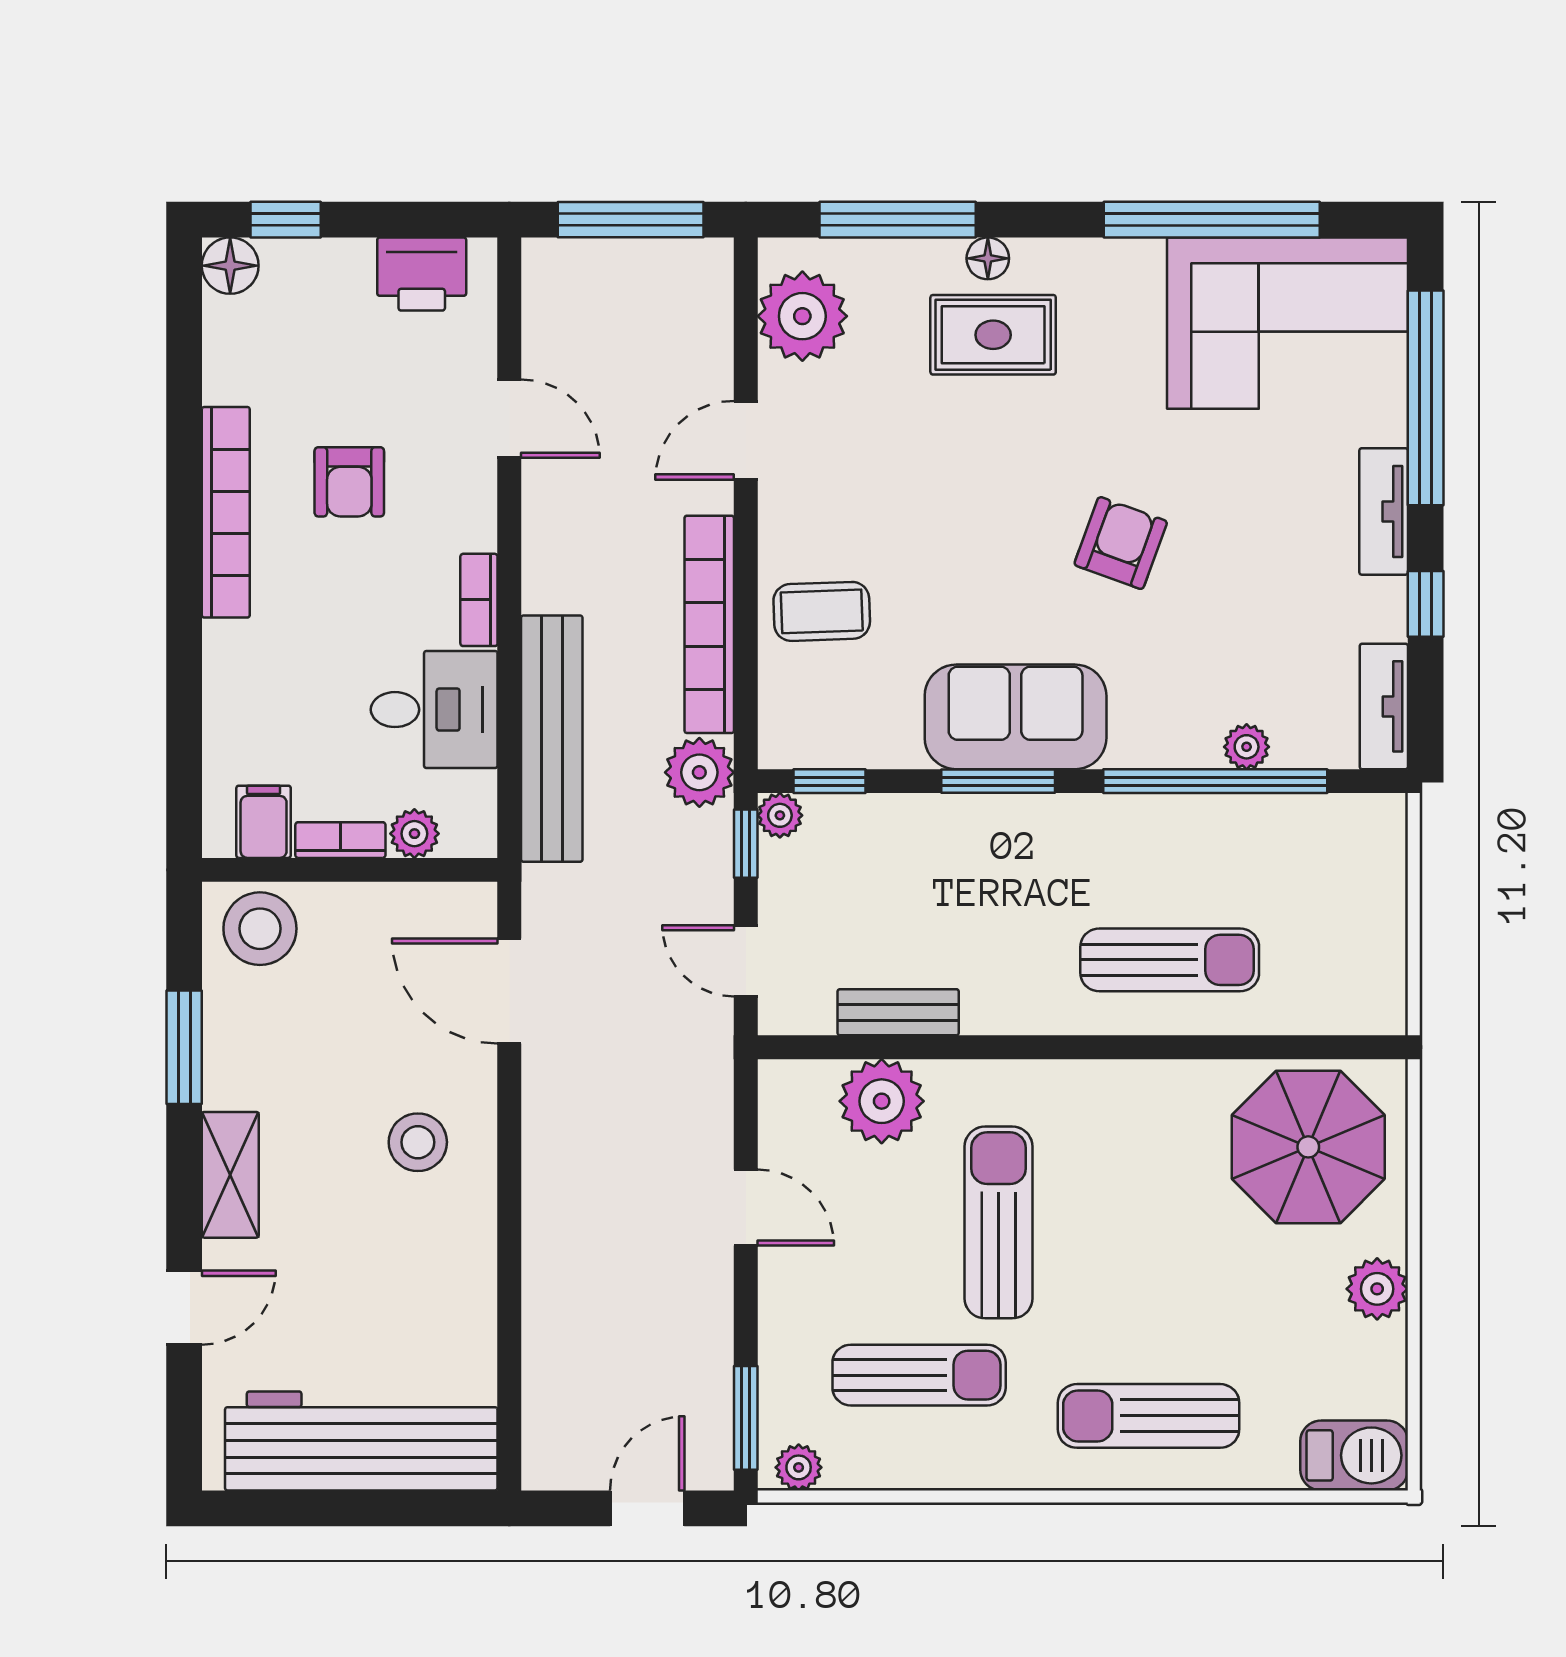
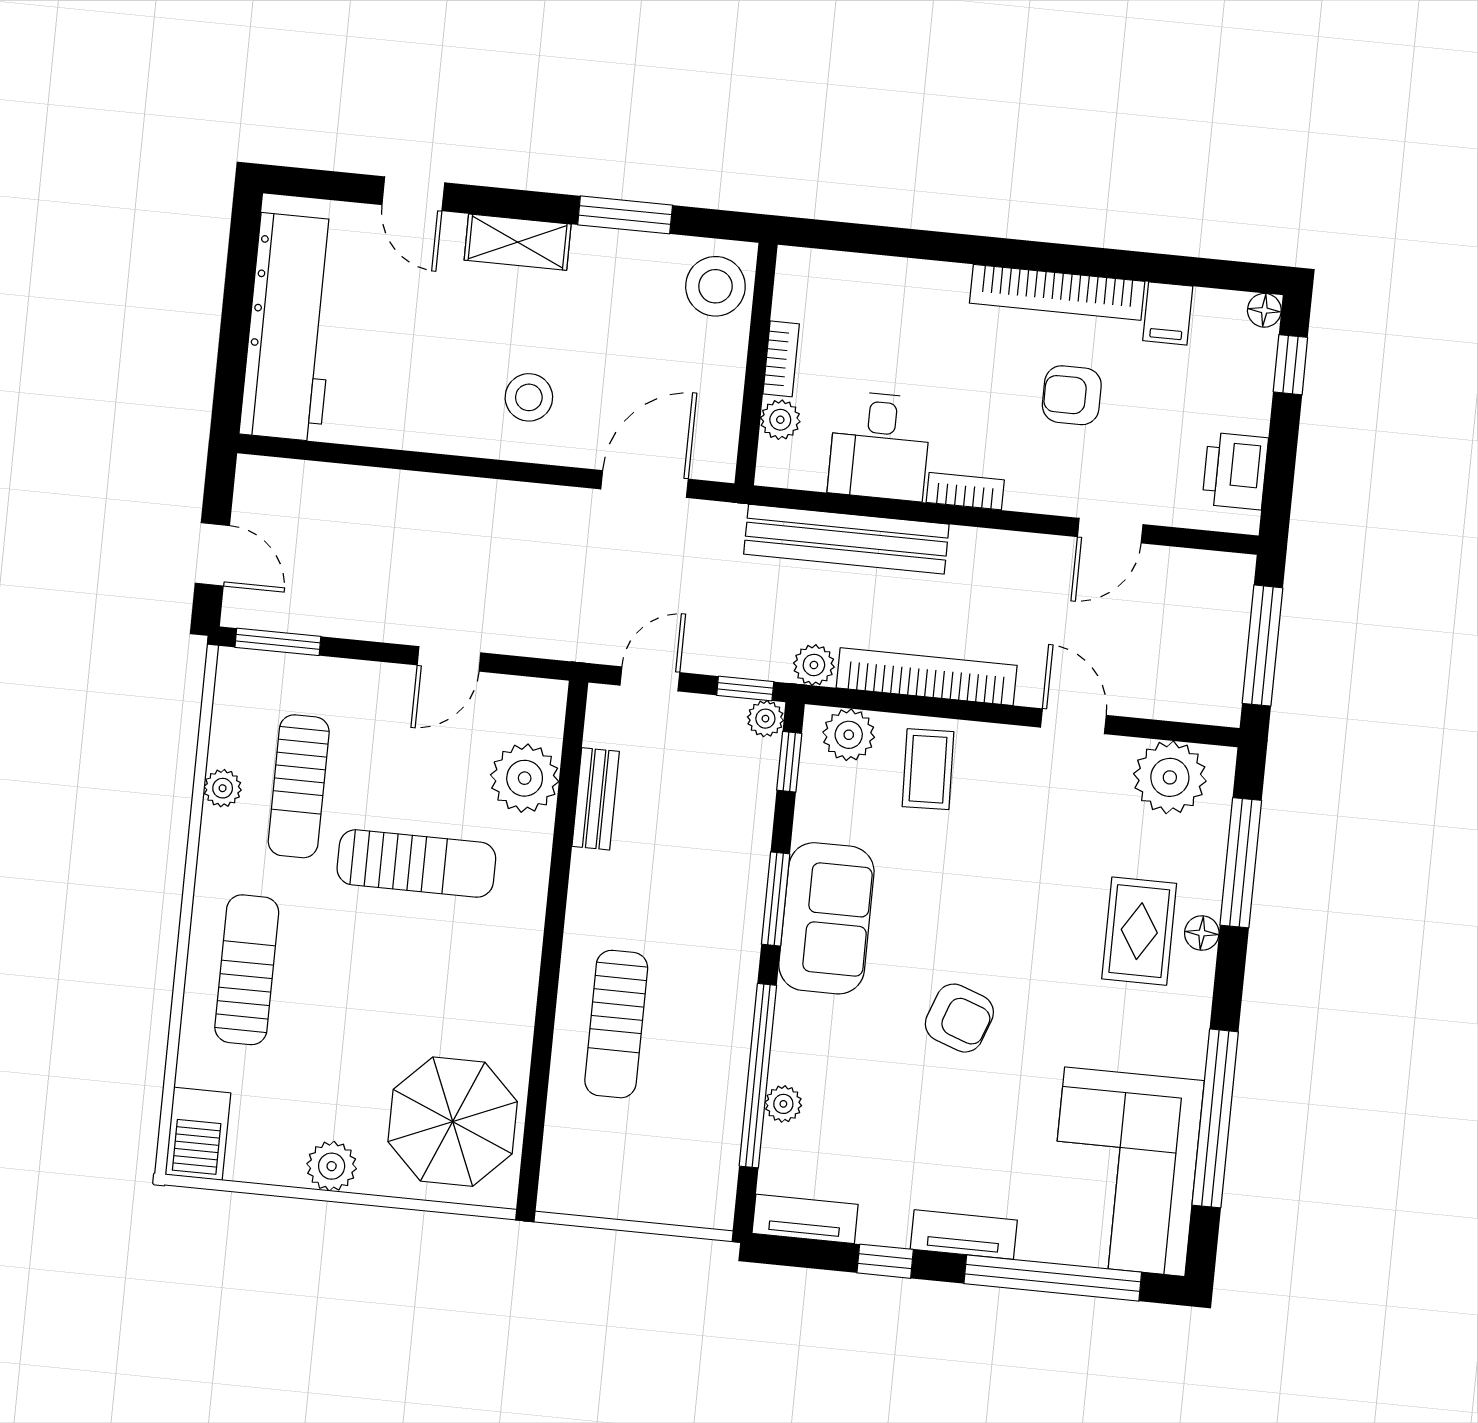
floor lamp: (230, 266) -> (1264, 310), width x0.73, depth x0.73
plant: (789, 712) -> (849, 735), added
plant: (699, 772) -> (814, 665), width x0.73, depth x0.73
filing cabinet: (264, 822) -> (1168, 313), moved, turned 90
plant: (799, 1467) -> (223, 788), moved

